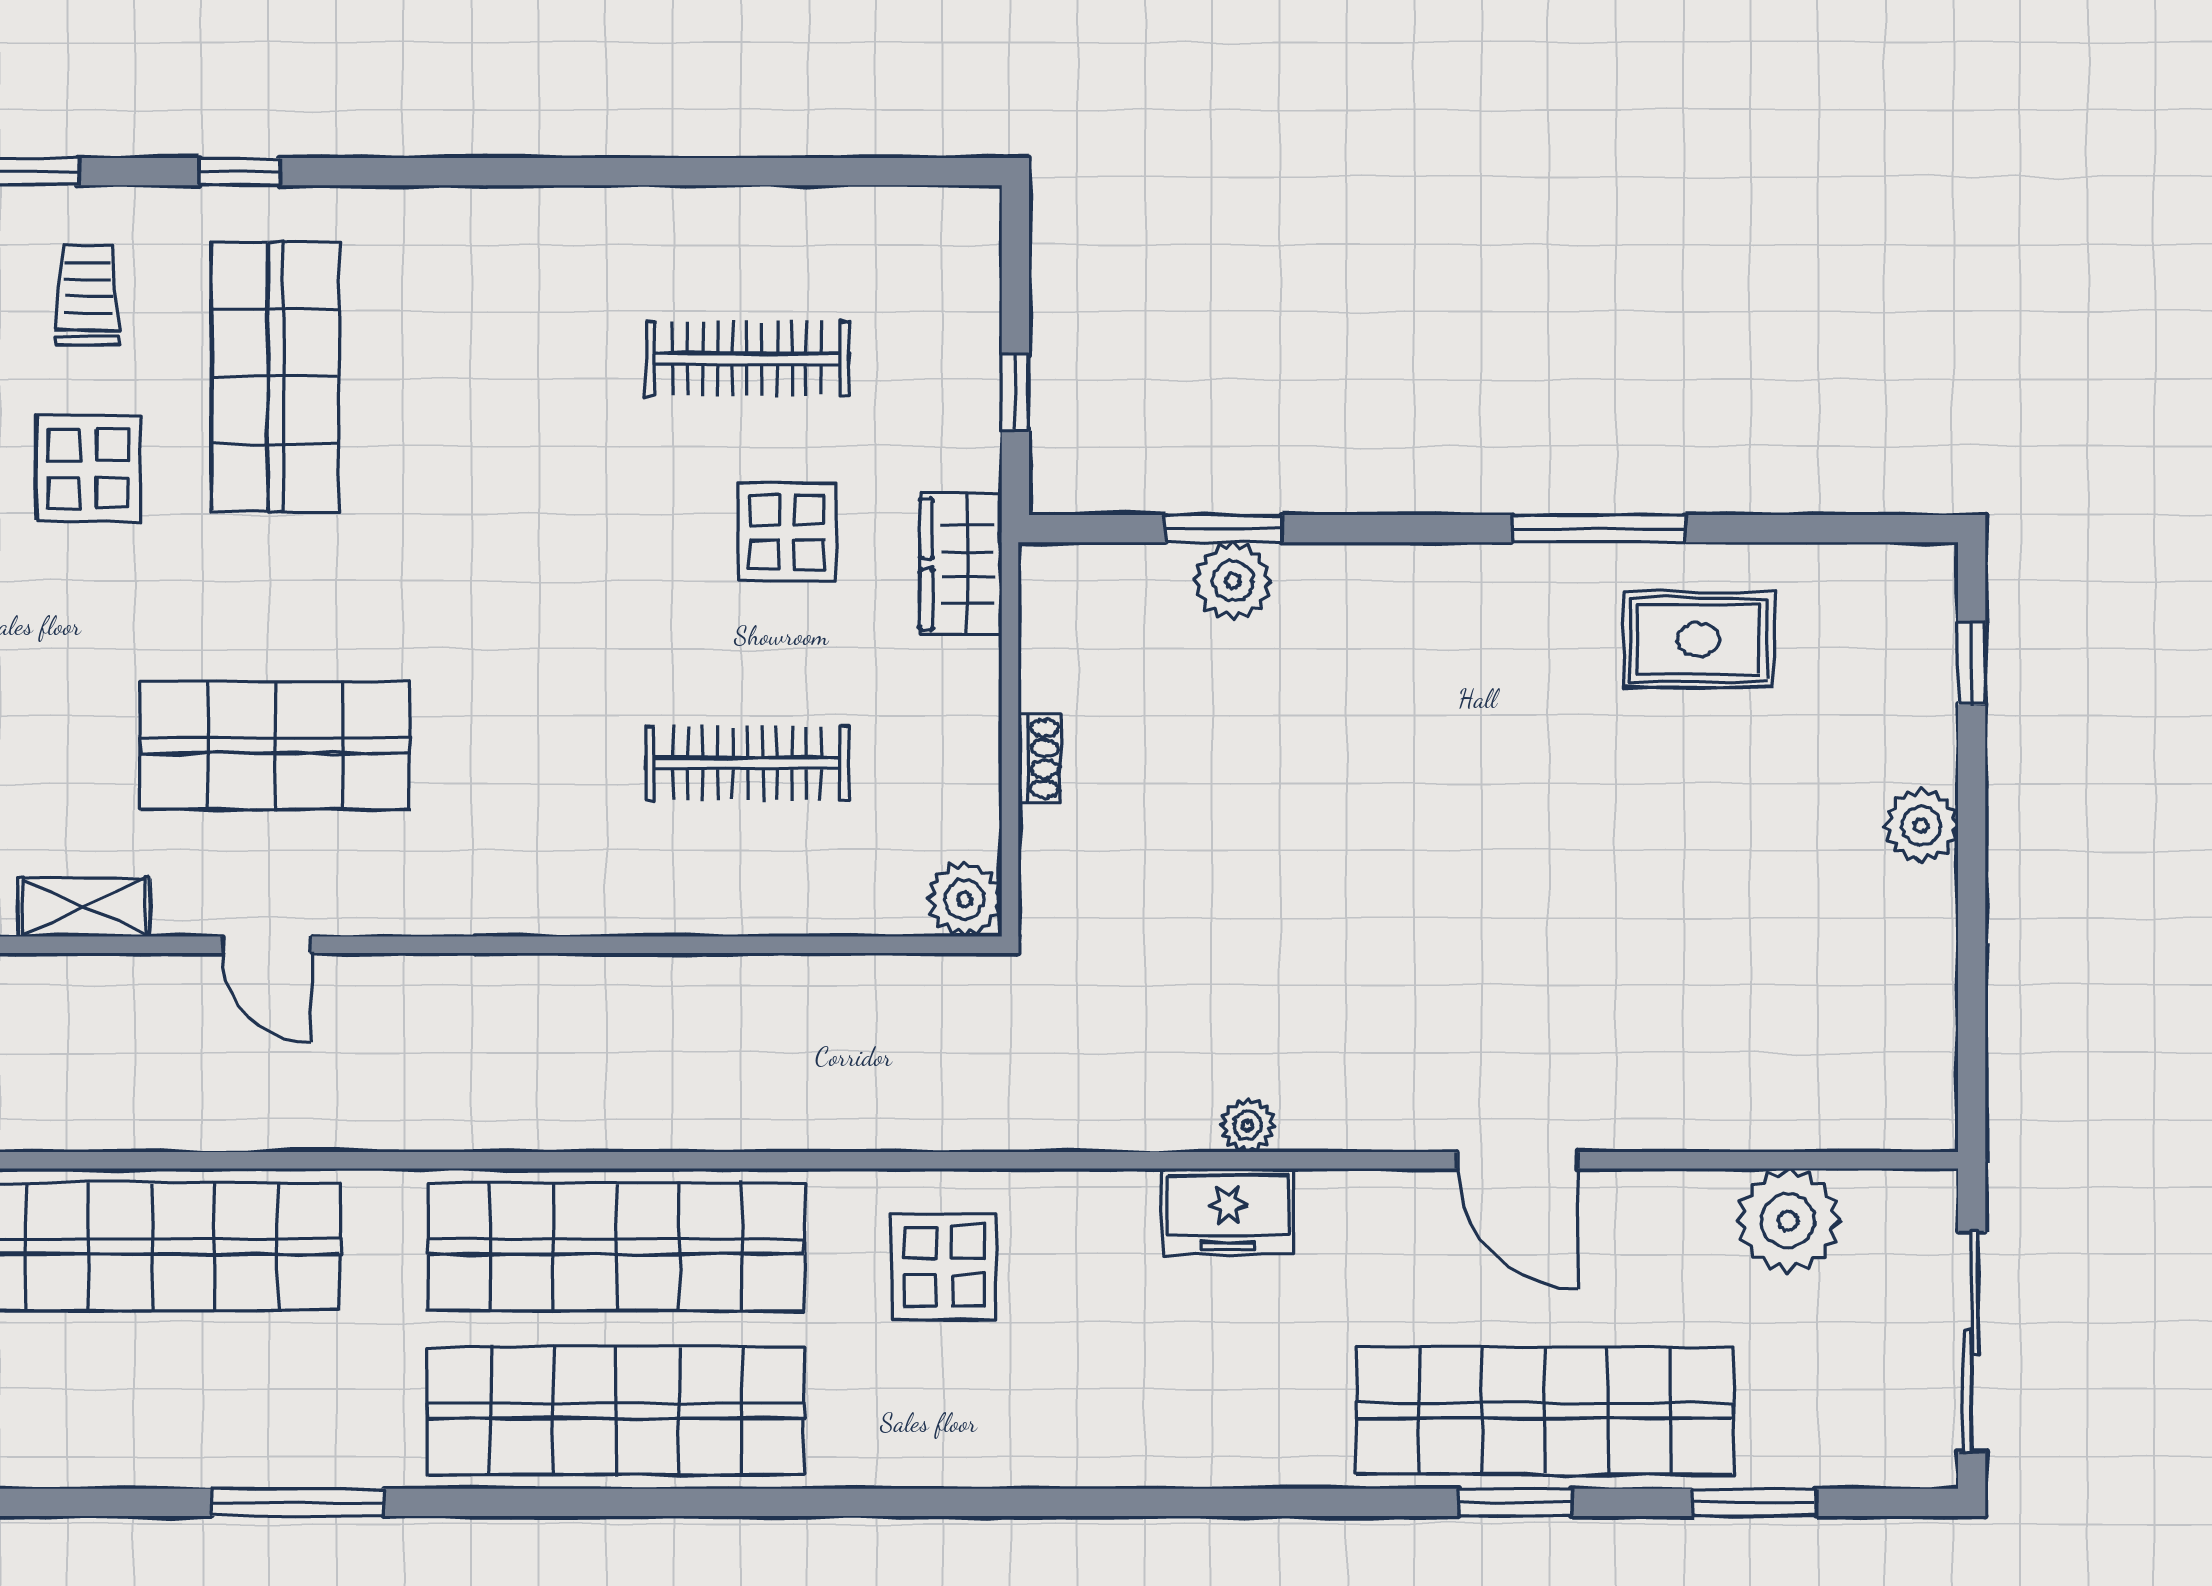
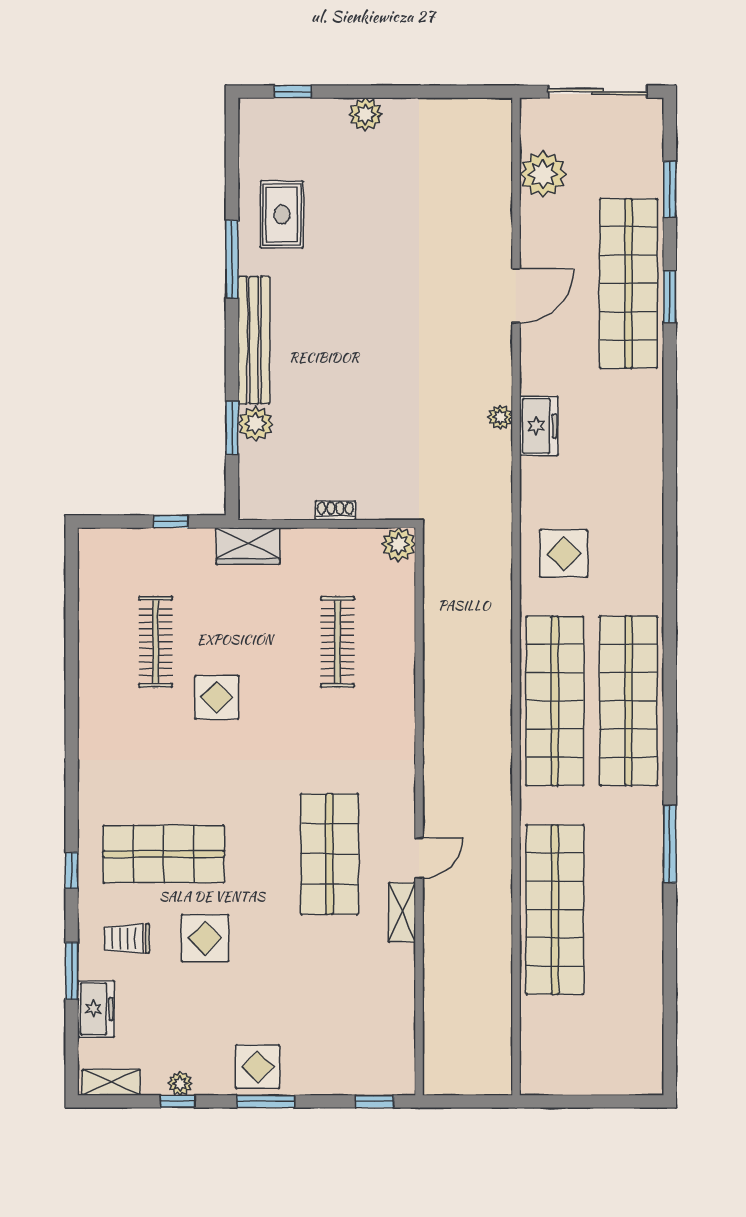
display table: (787, 532) -> (217, 697), moved
bench: (1419, 577) -> (254, 340), added
shelving: (84, 907) -> (402, 912), moved

